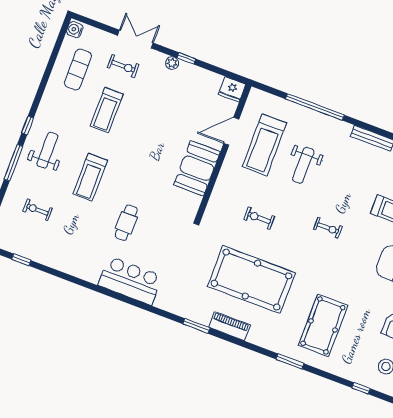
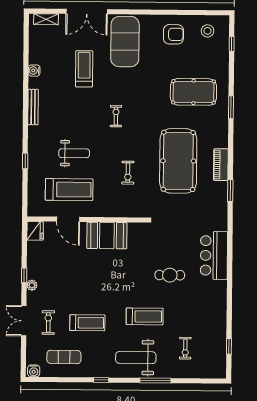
window: (315, 107) -> (25, 161), width x0.32
window: (28, 125) -> (101, 380), moved
weight bench: (47, 150) -> (136, 358), width x1.36, depth x1.33

